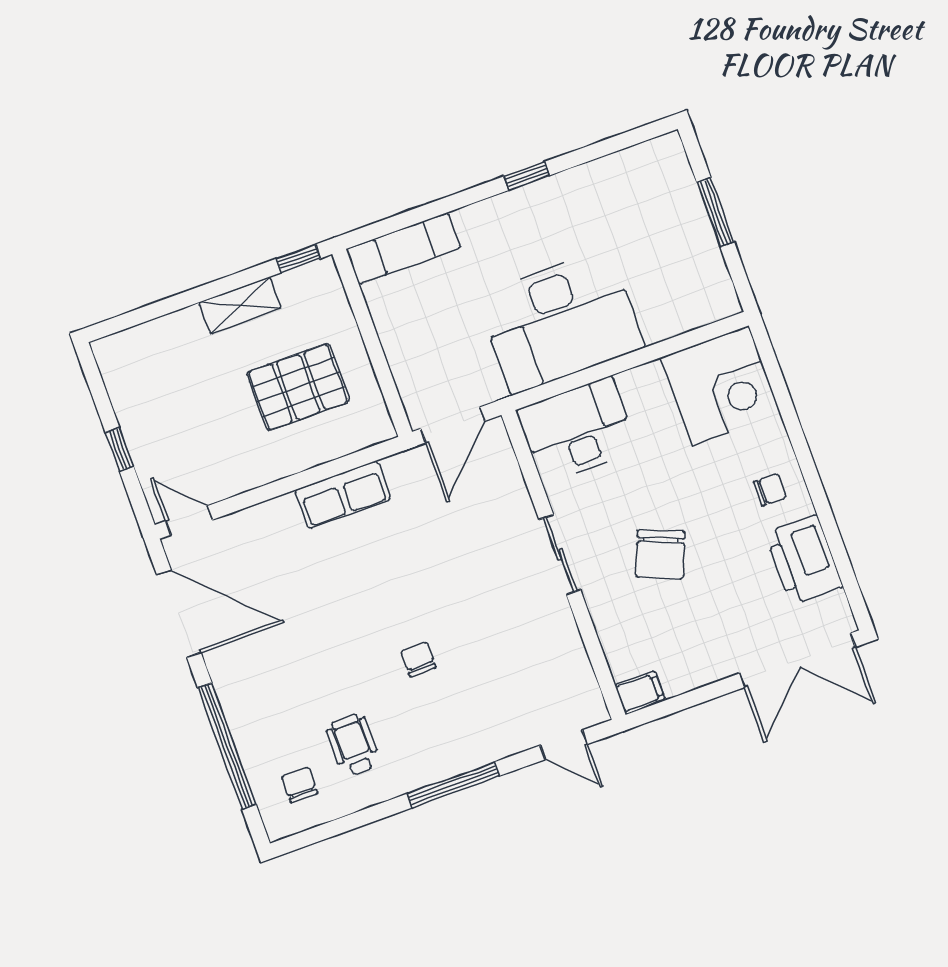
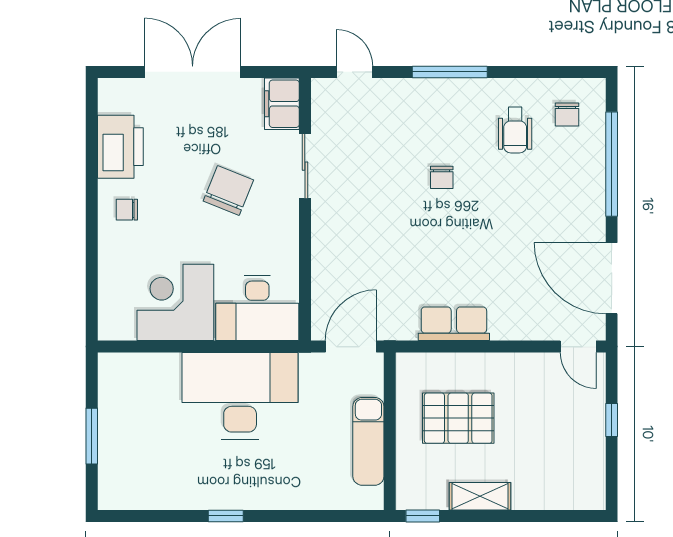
exam couch: (403, 248) -> (368, 441), moved, turned -90
corner desk: (721, 386) -> (175, 302), moved
sliding door: (560, 555) -> (305, 166), moved
double door: (797, 660) -> (193, 72), moved
filing cabinet: (640, 693) -> (282, 104), width x2.00

